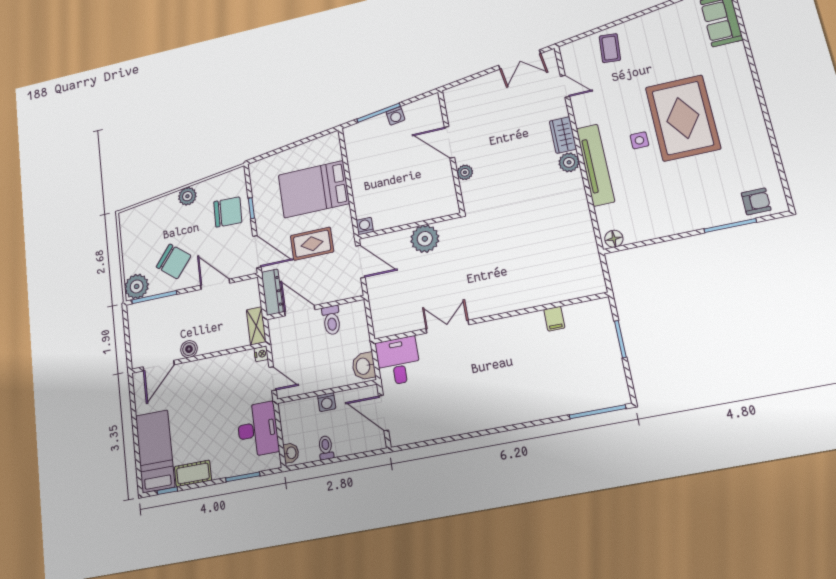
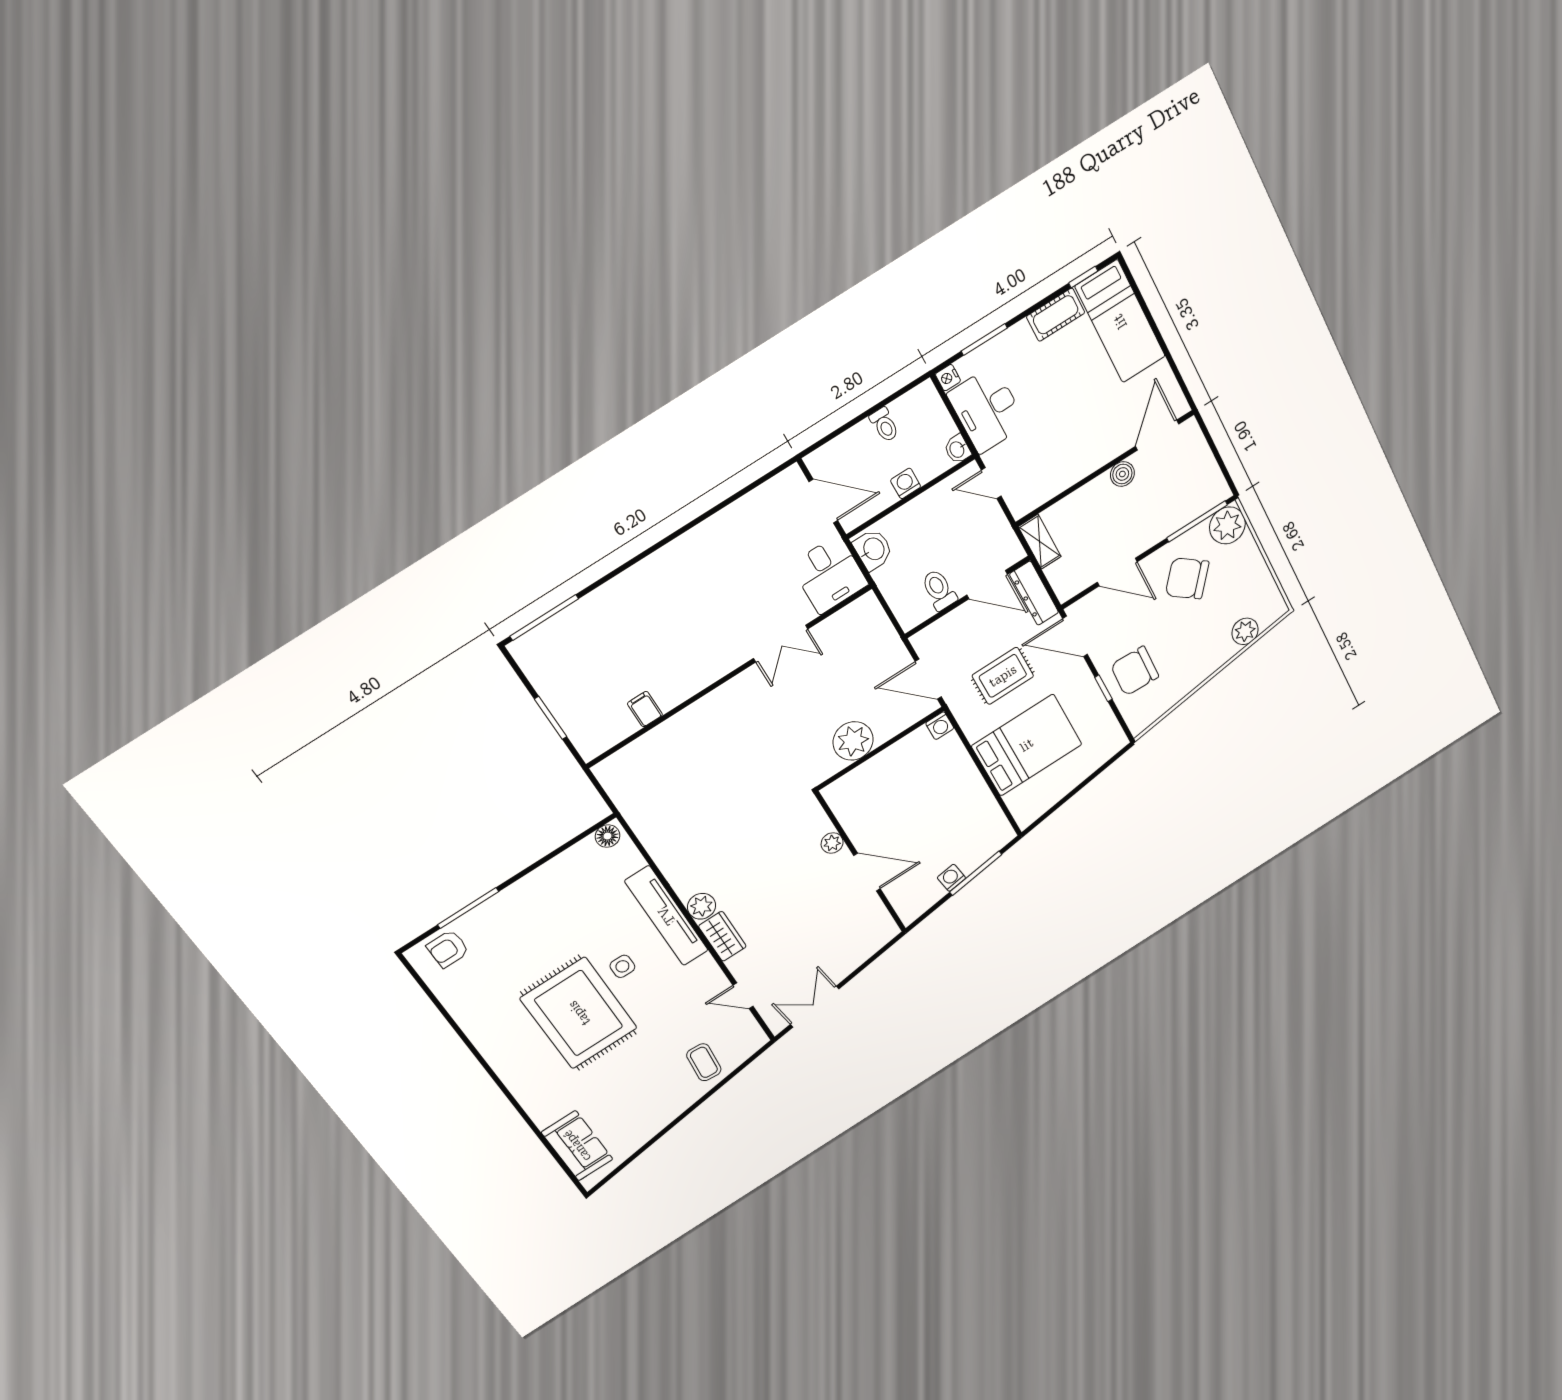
plant: (187, 196) -> (1245, 631), moved
nightstand: (261, 354) -> (948, 378), moved
washbasin: (291, 453) -> (957, 449), moved

